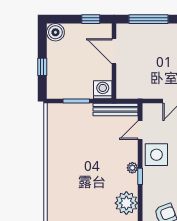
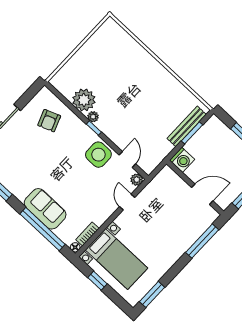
bench: (116, 109) -> (187, 126), moved
plant: (148, 109) -> (137, 180), added
plant: (132, 168) -> (93, 117), moved

